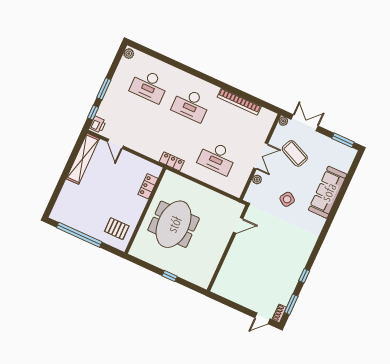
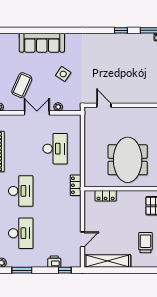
window: (104, 89) -> (22, 270), moved
printer: (98, 124) -> (54, 262), moved
trolley: (84, 205) -> (145, 243), added
meeting table: (174, 224) -> (128, 160), turned 90

